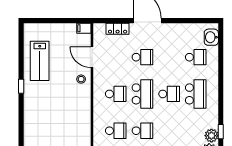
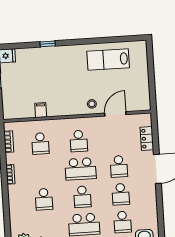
filing cabinet: (84, 28) -> (41, 110), moved
school desk: (169, 57) -> (121, 194), added
window: (21, 86) -> (48, 44), moved
school desk: (142, 131) -> (44, 199), moved

